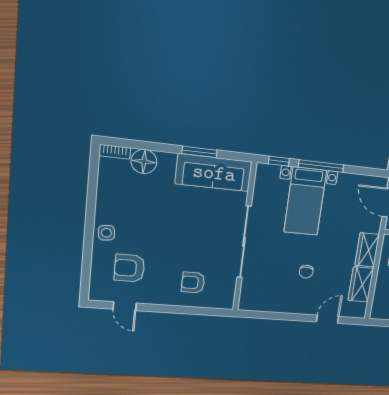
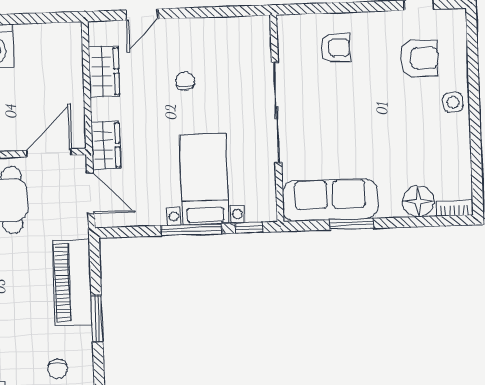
wardrobe: (367, 250) -> (106, 145), moved

